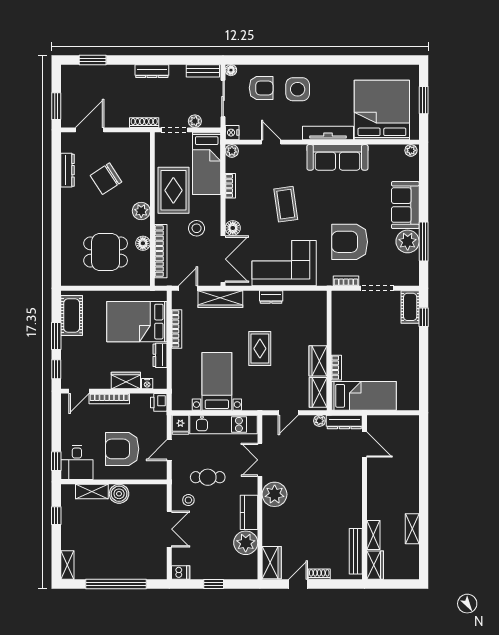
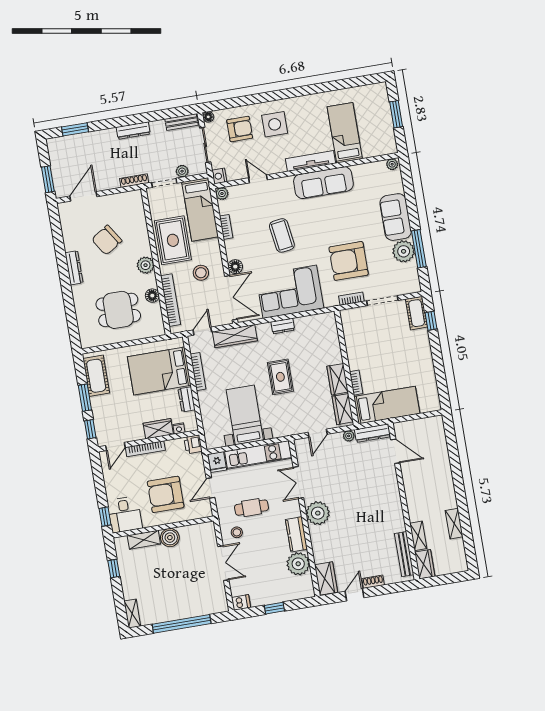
bed: (382, 110) -> (345, 133), width x0.49
dresser: (68, 170) -> (74, 268), moved

